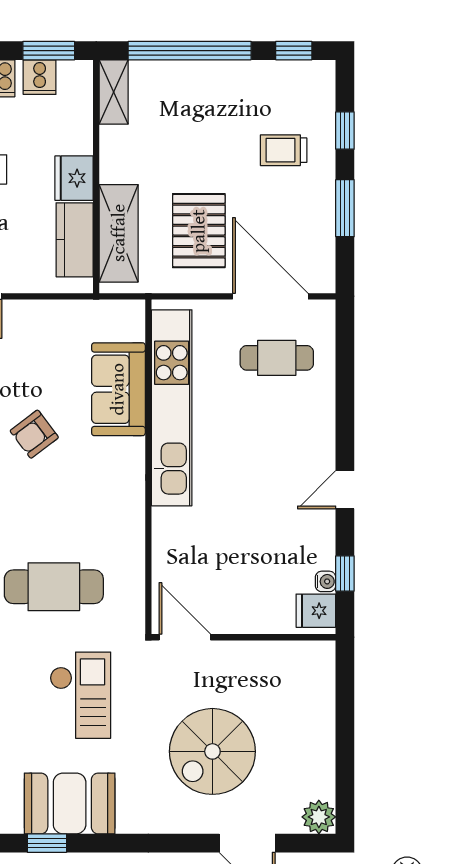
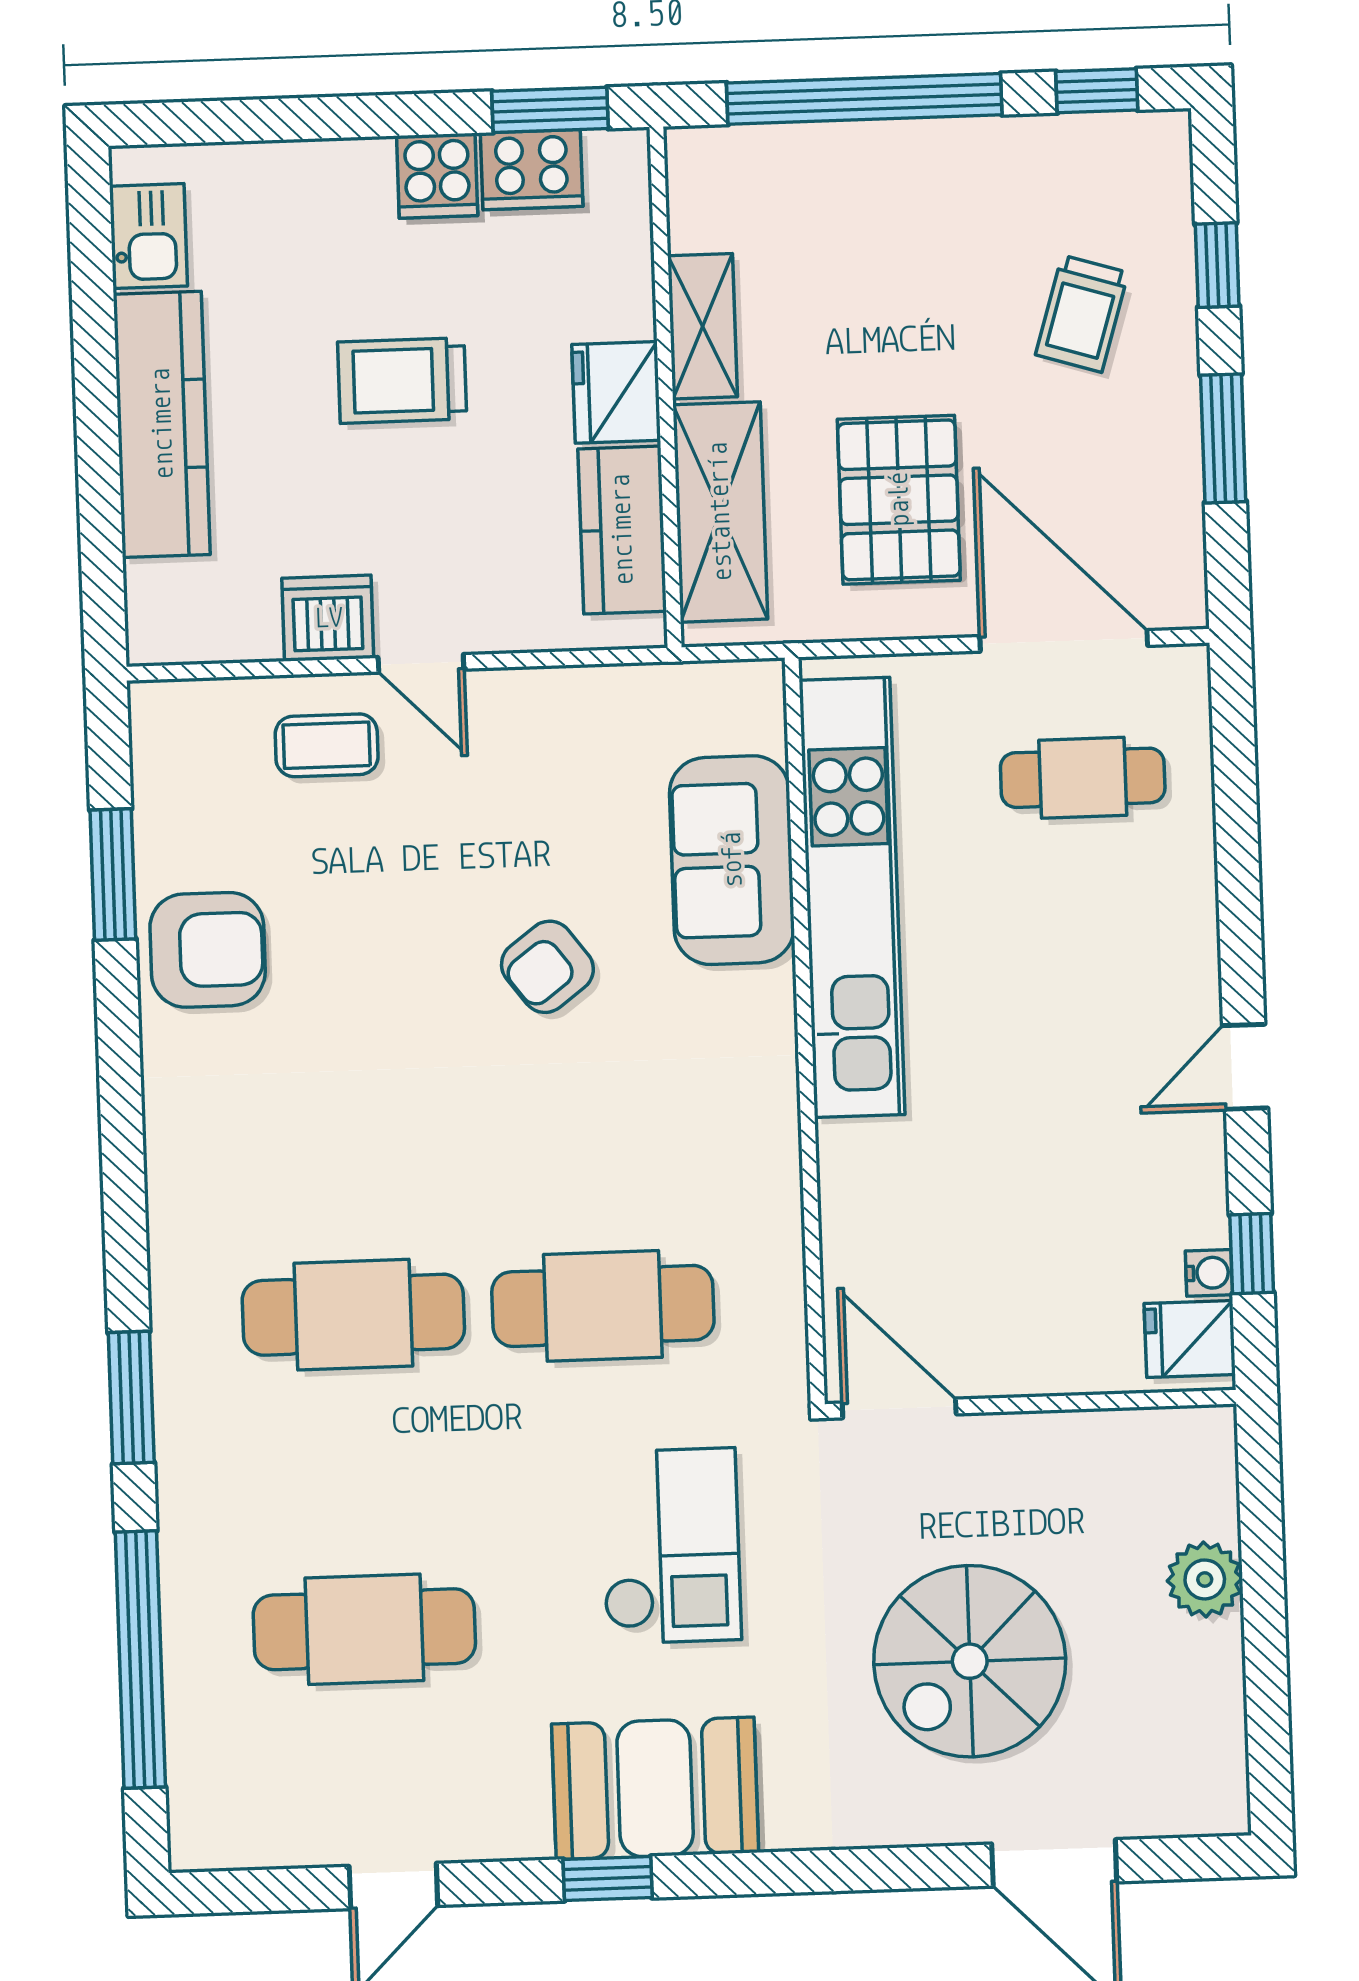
cooker: (40, 77) -> (532, 170), width x1.36
shelving: (114, 92) -> (703, 326), moved
trolley: (284, 150) -> (1082, 314), turned -73
plant: (319, 817) -> (1205, 1579), moved

